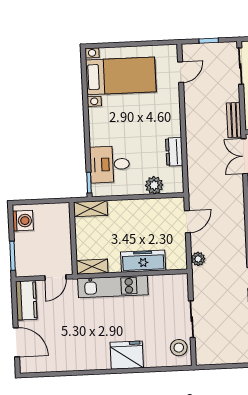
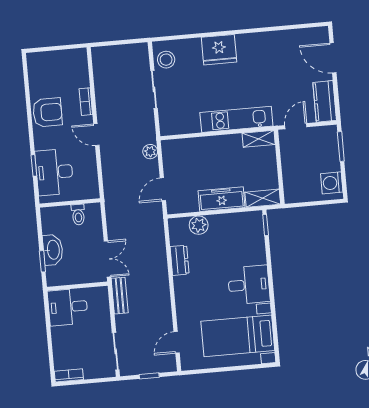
desk: (110, 164) -> (249, 285), moved
freezer: (143, 261) -> (222, 199), moved, turned 180

